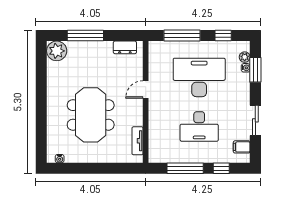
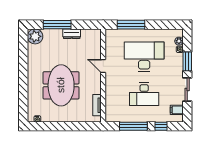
window: (223, 36) -> (162, 25), removed
dresser: (125, 47) -> (72, 34), moved
window: (255, 70) -> (187, 61), moved
door: (146, 89) -> (103, 66), hinge flipped

